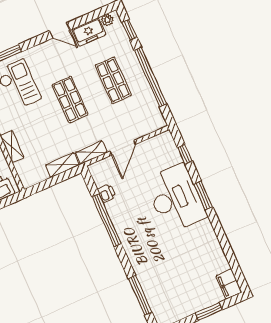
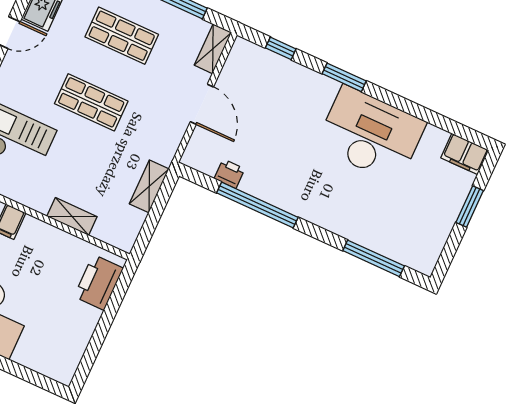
shelving: (91, 153) -> (213, 49), moved
desk: (176, 198) -> (371, 134), moved

